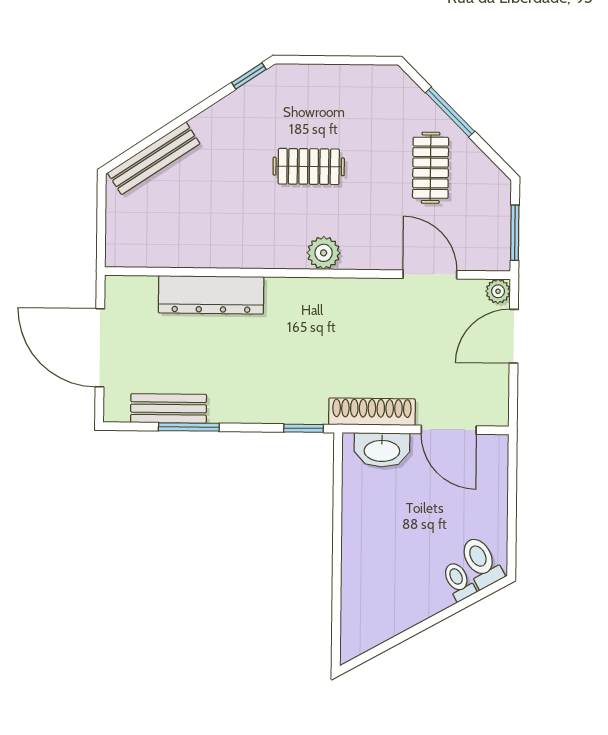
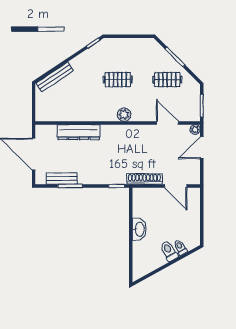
clothes rail: (431, 168) -> (167, 80), turned 90
washbasin: (382, 450) -> (139, 229), moved, turned -90
toilet: (481, 562) -> (169, 251), moved

